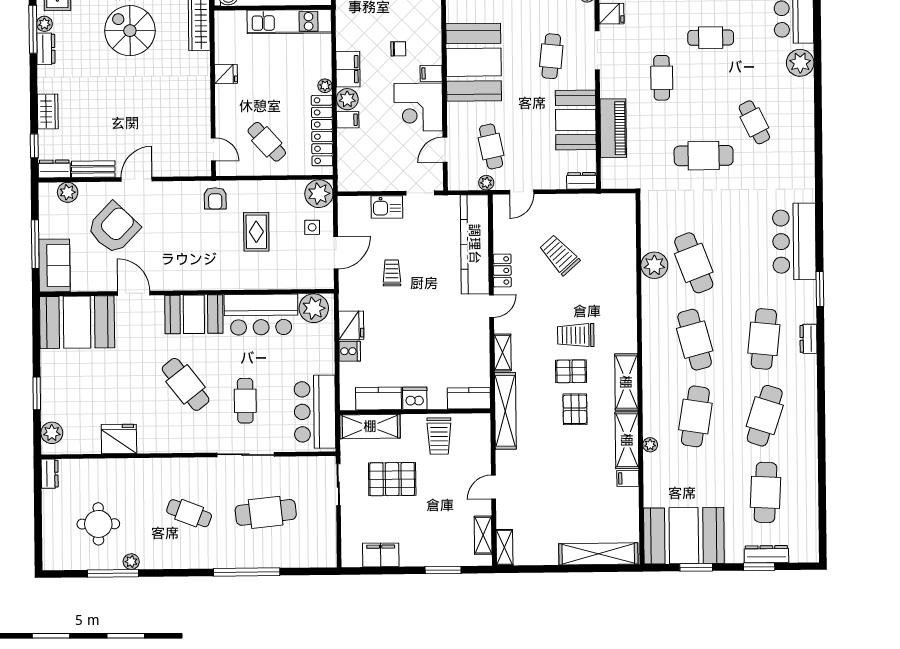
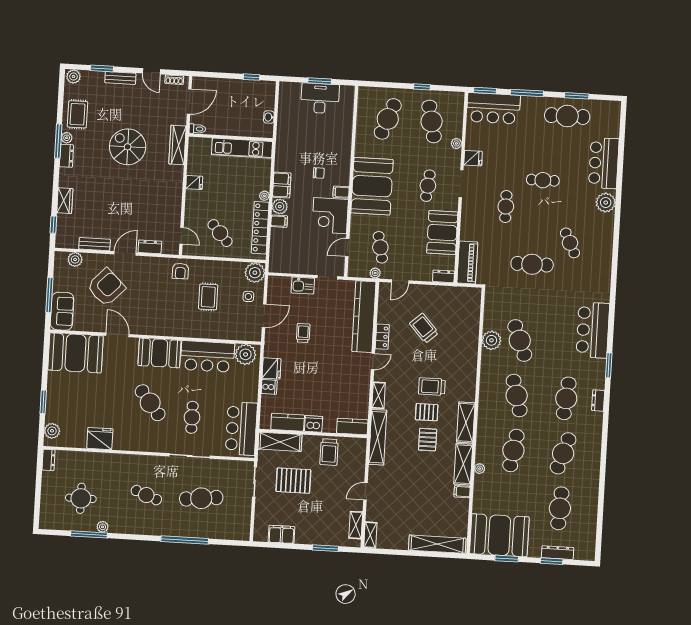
piano: (613, 128) -> (467, 262), moved
dresser: (54, 169) -> (150, 247), moved

